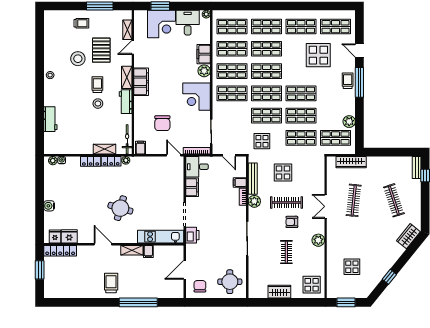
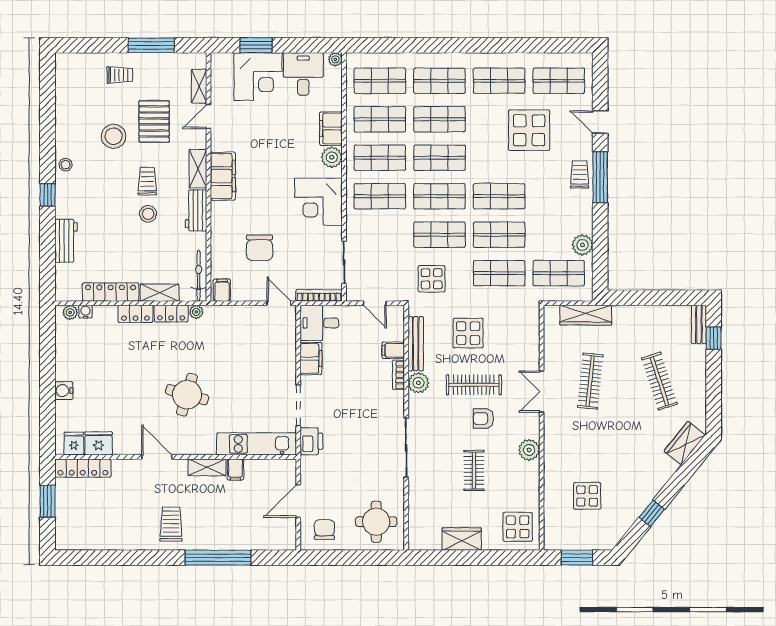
window: (40, 93) -> (48, 195), added
locker: (76, 149) -> (111, 292), added

